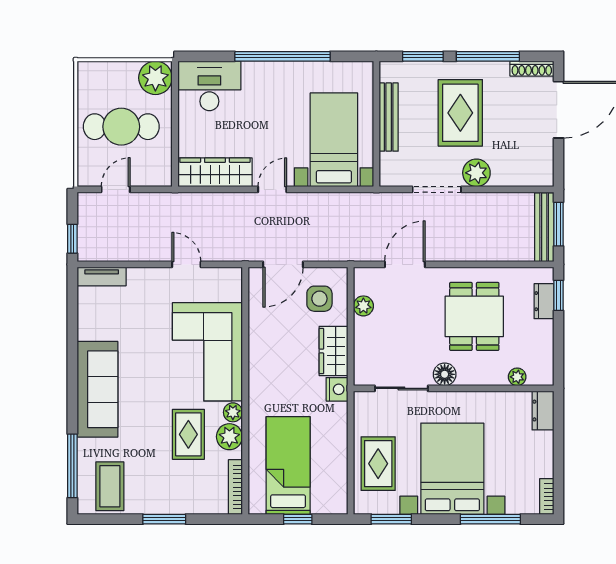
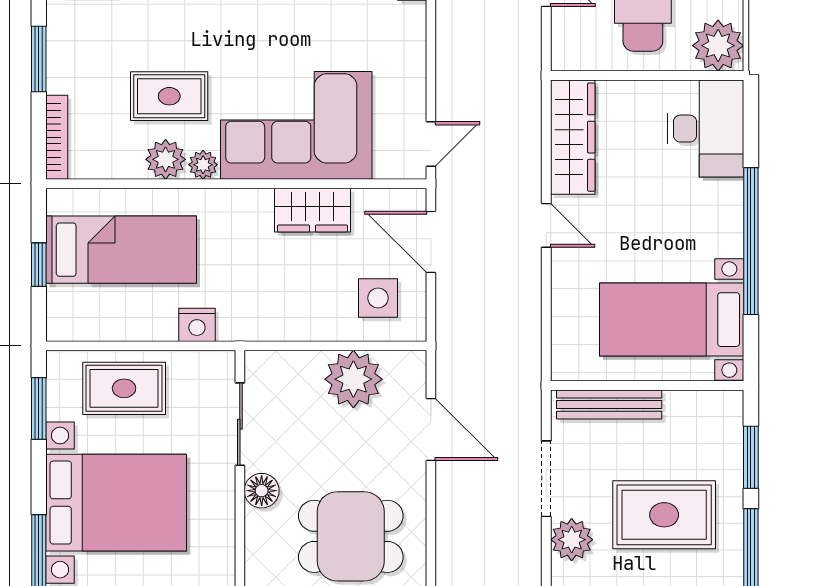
bench: (389, 117) -> (609, 405), moved
bed with nightstands: (334, 140) -> (672, 320), moved, turned 180
door: (186, 264) -> (431, 144), moved
plant: (363, 306) -> (353, 379), width x1.88, depth x1.88
wardrobe: (333, 351) -> (313, 210), moved, turned 180
nightstand: (337, 389) -> (197, 325), moved
bookcase: (235, 487) -> (57, 137), moved, turned 90

